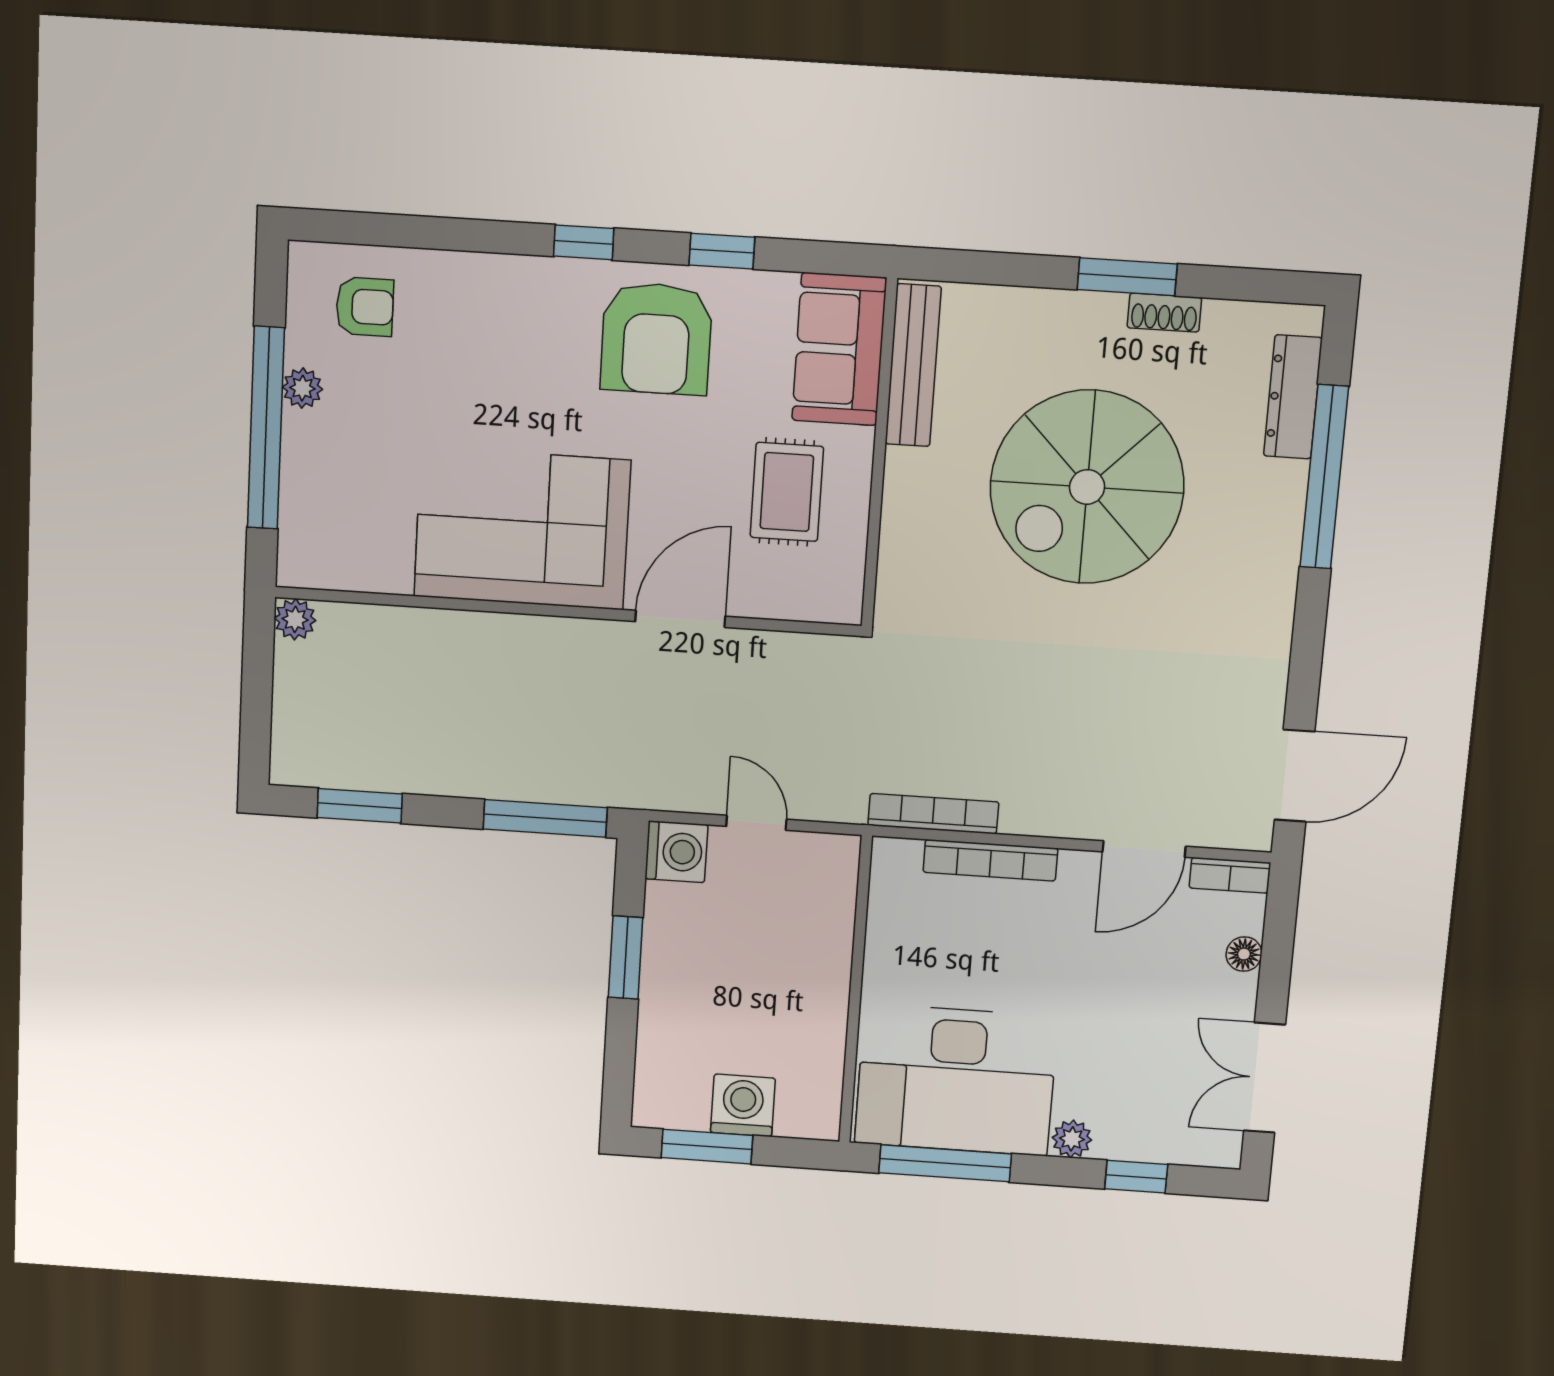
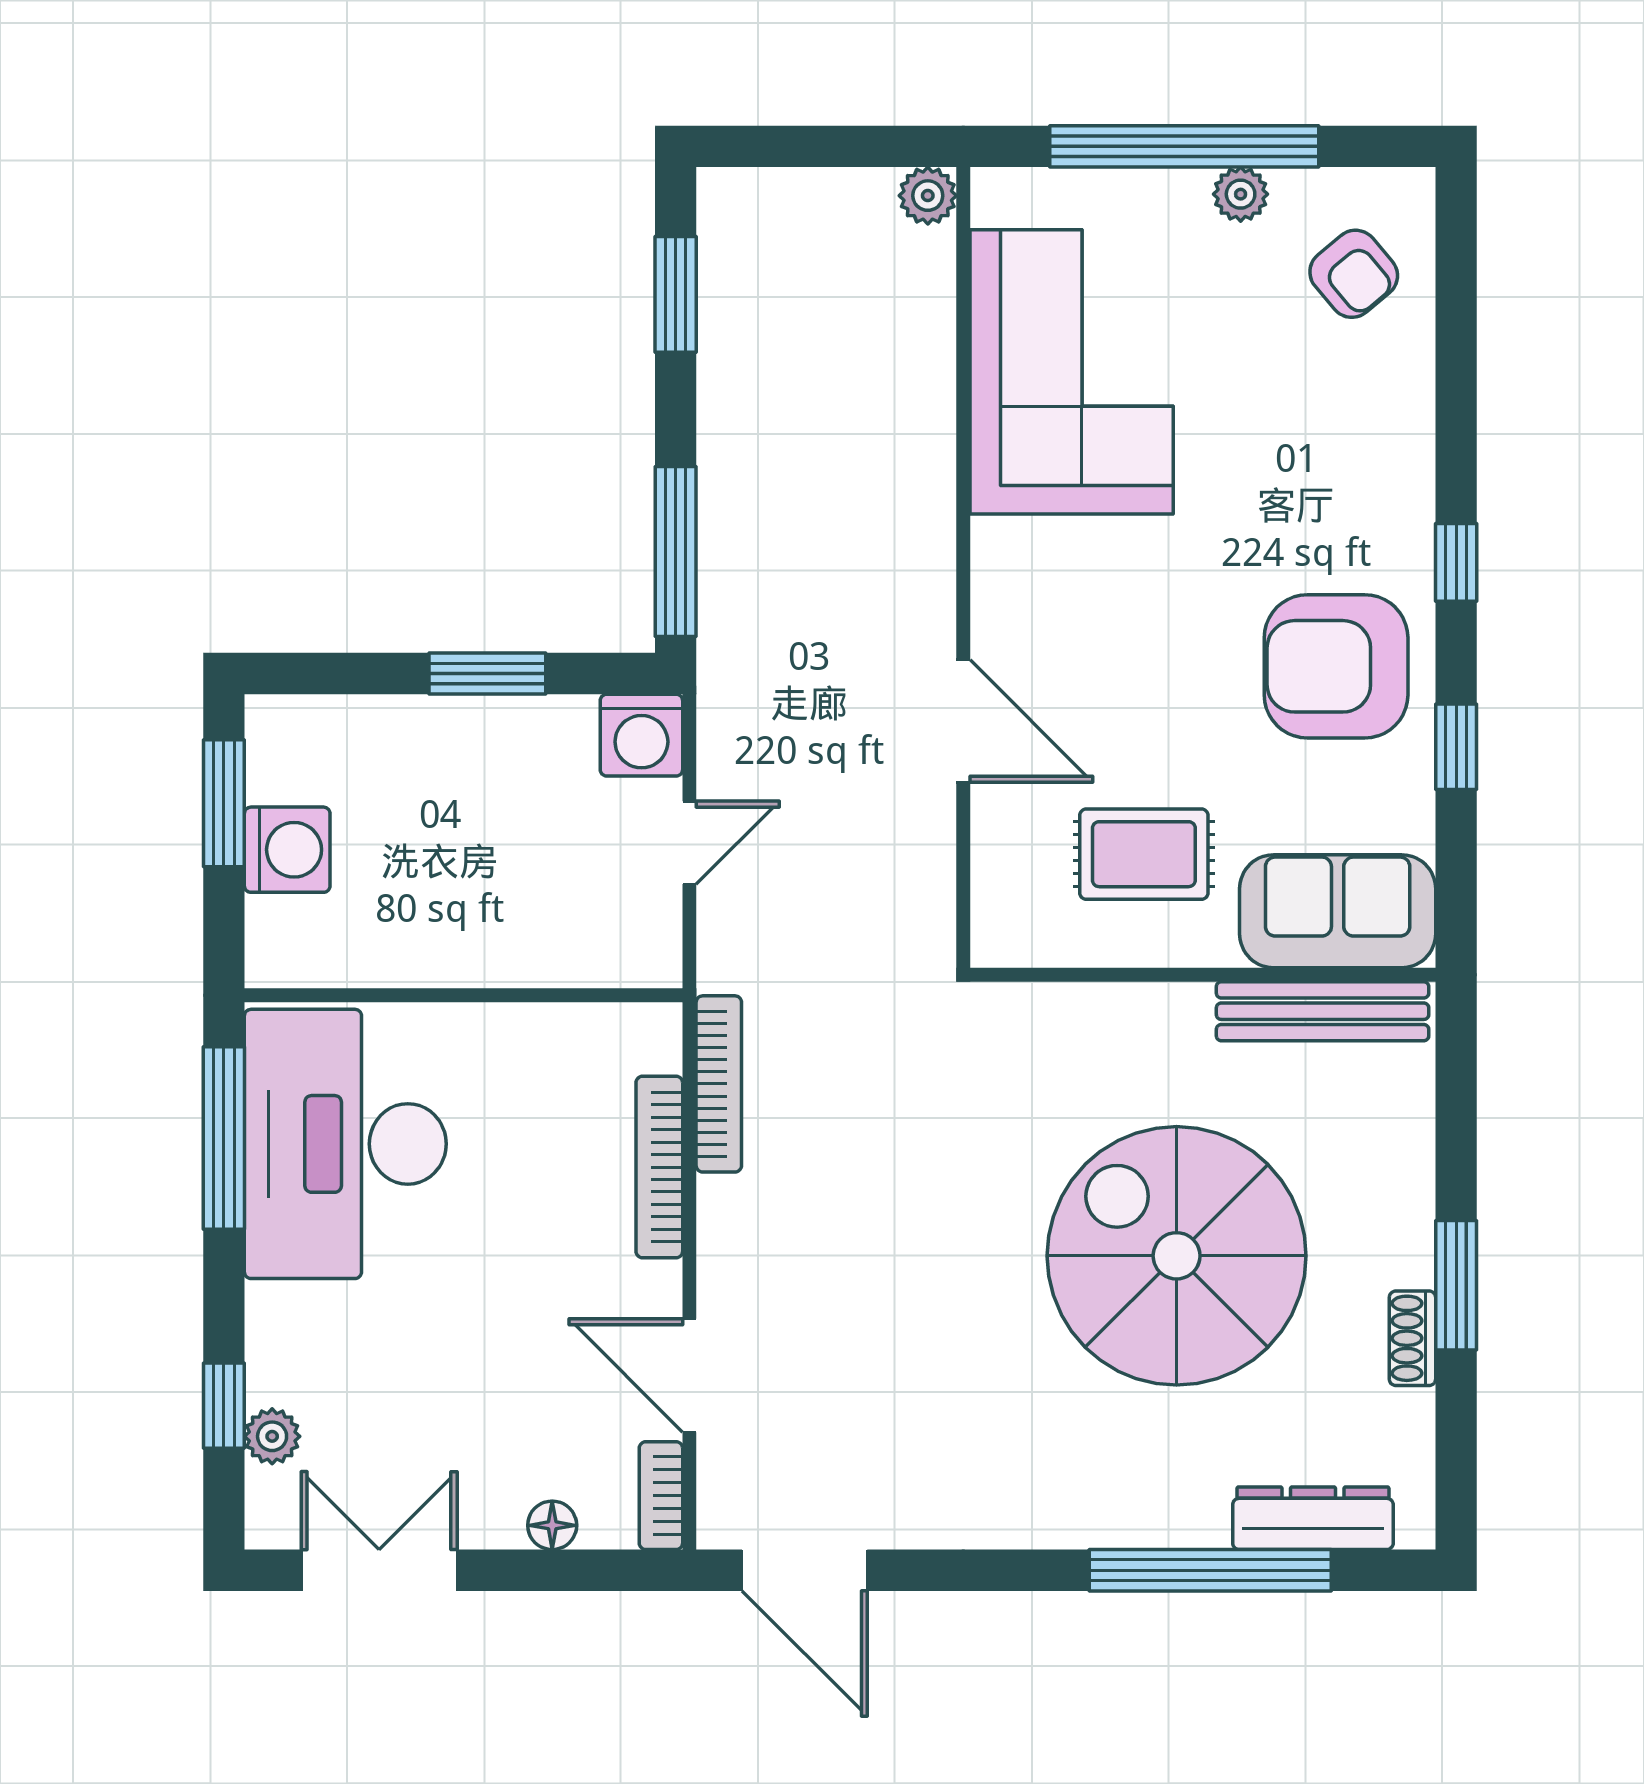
armchair: (365, 307) -> (1354, 274), turned -40
corner sofa: (522, 528) -> (1072, 372), moved
plant: (1072, 1139) -> (272, 1436), moved

